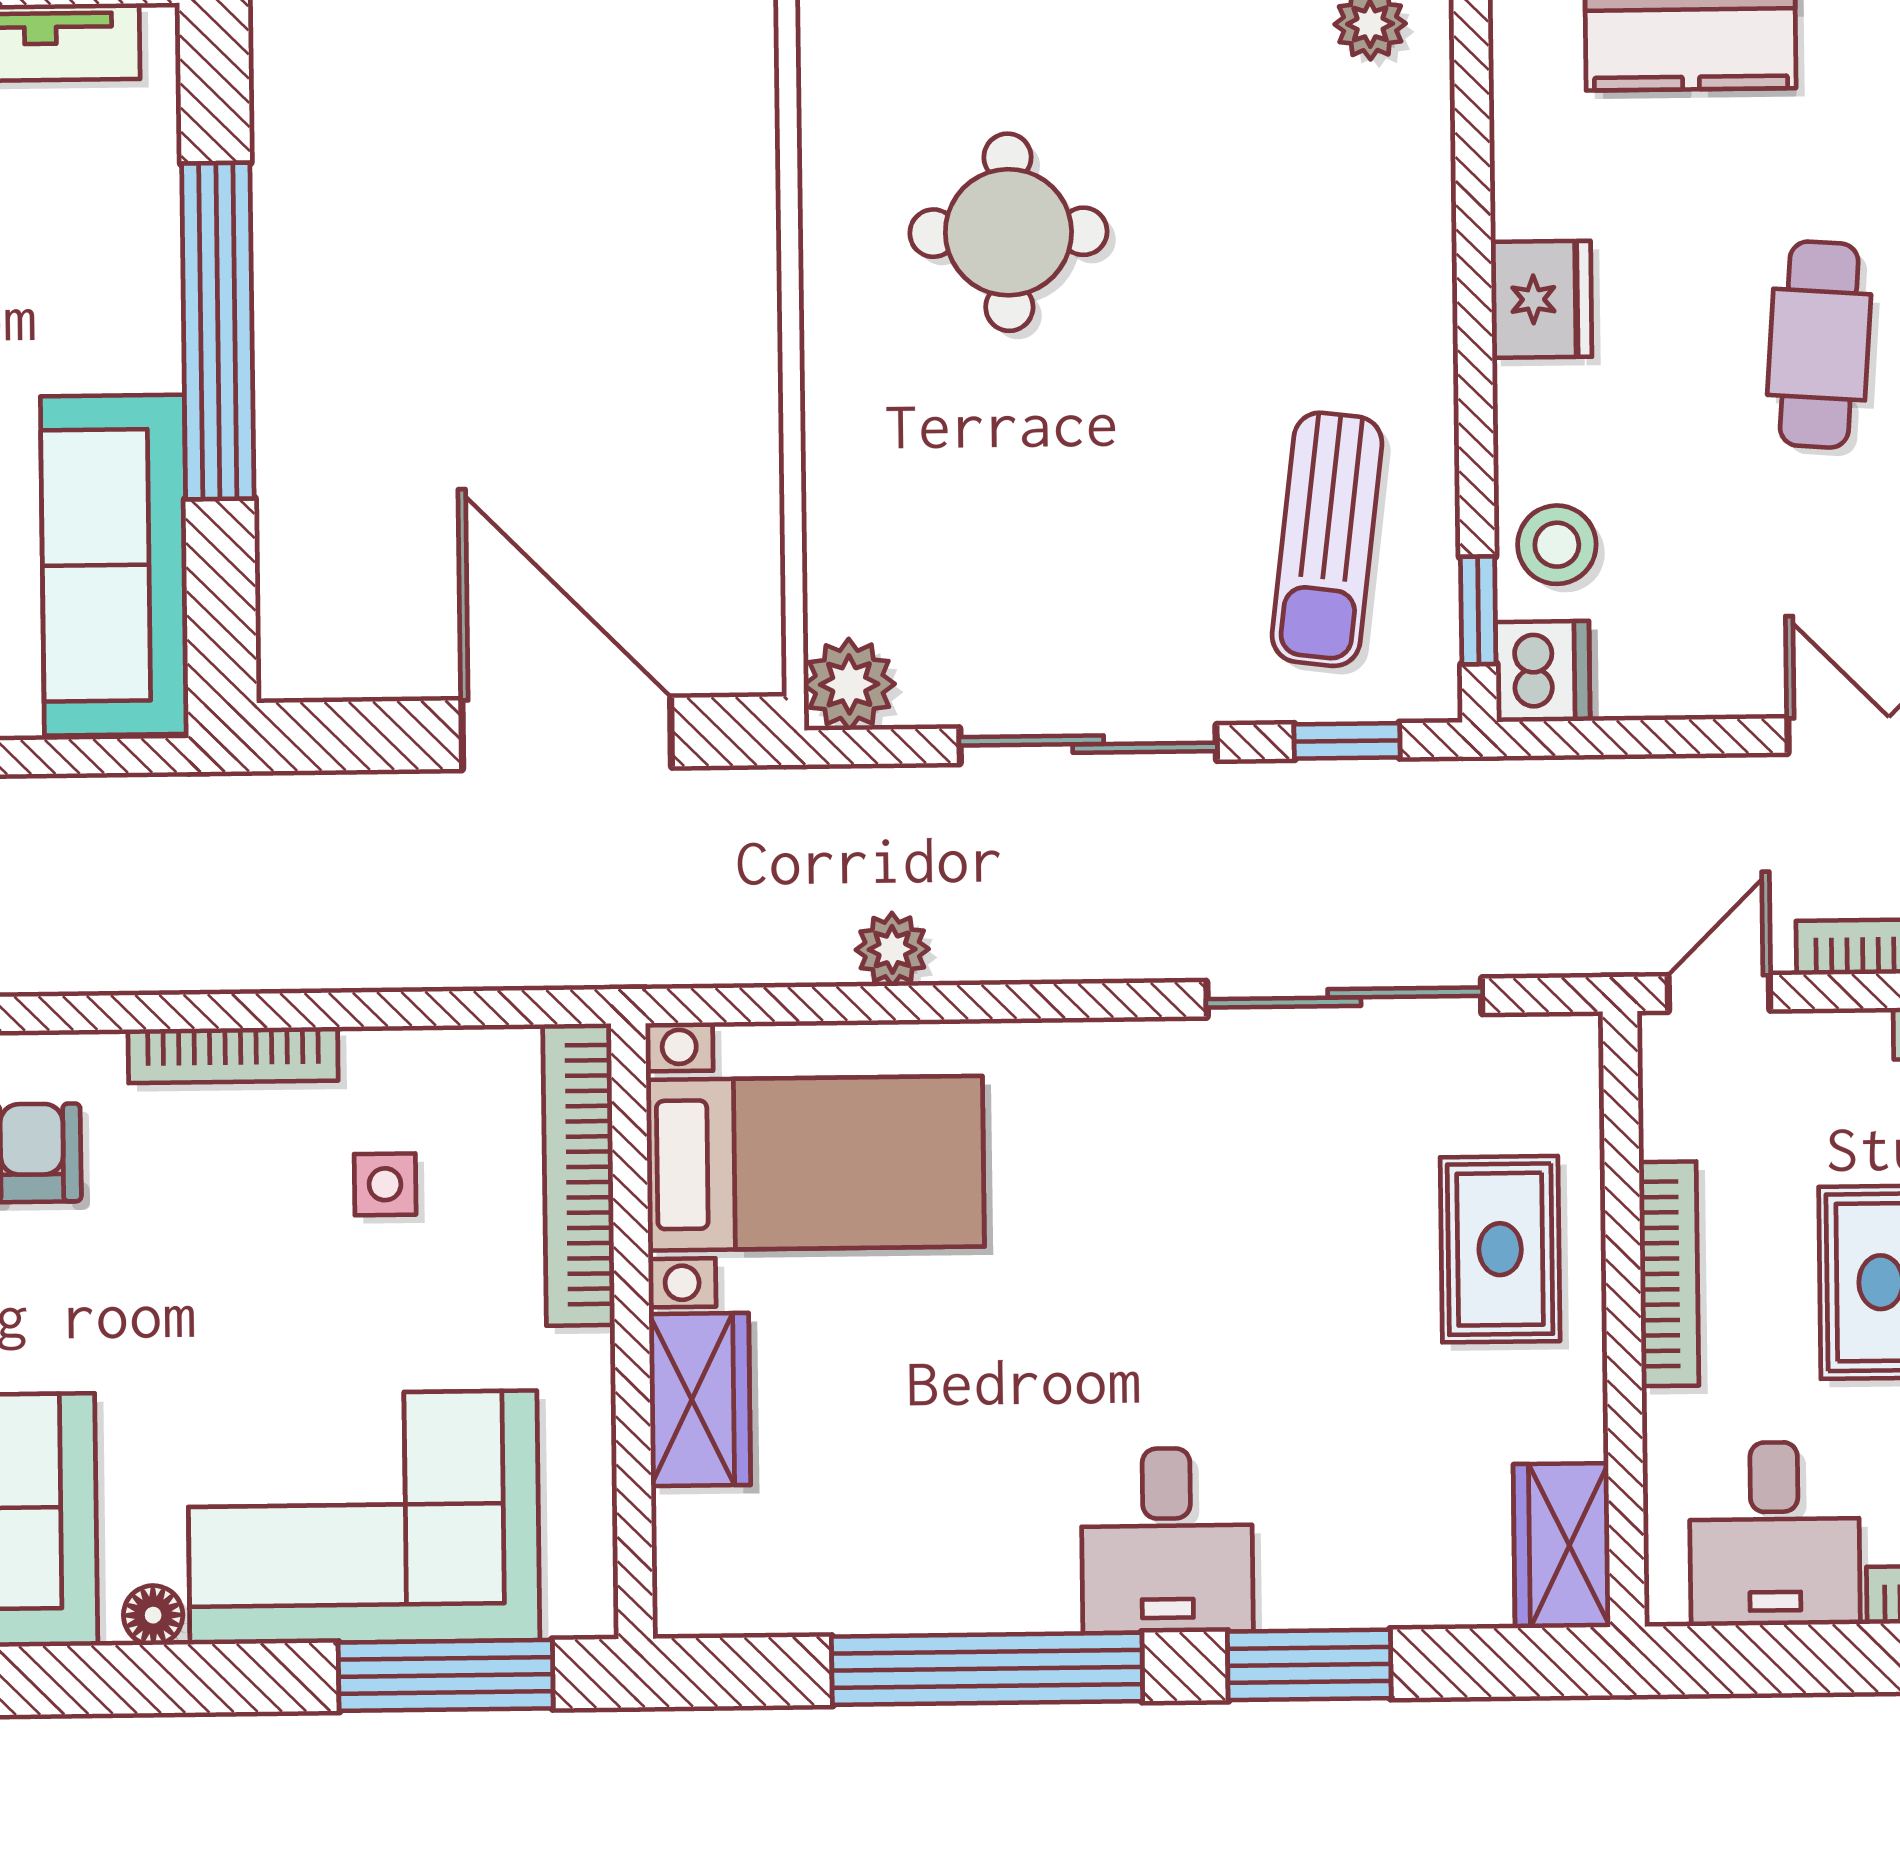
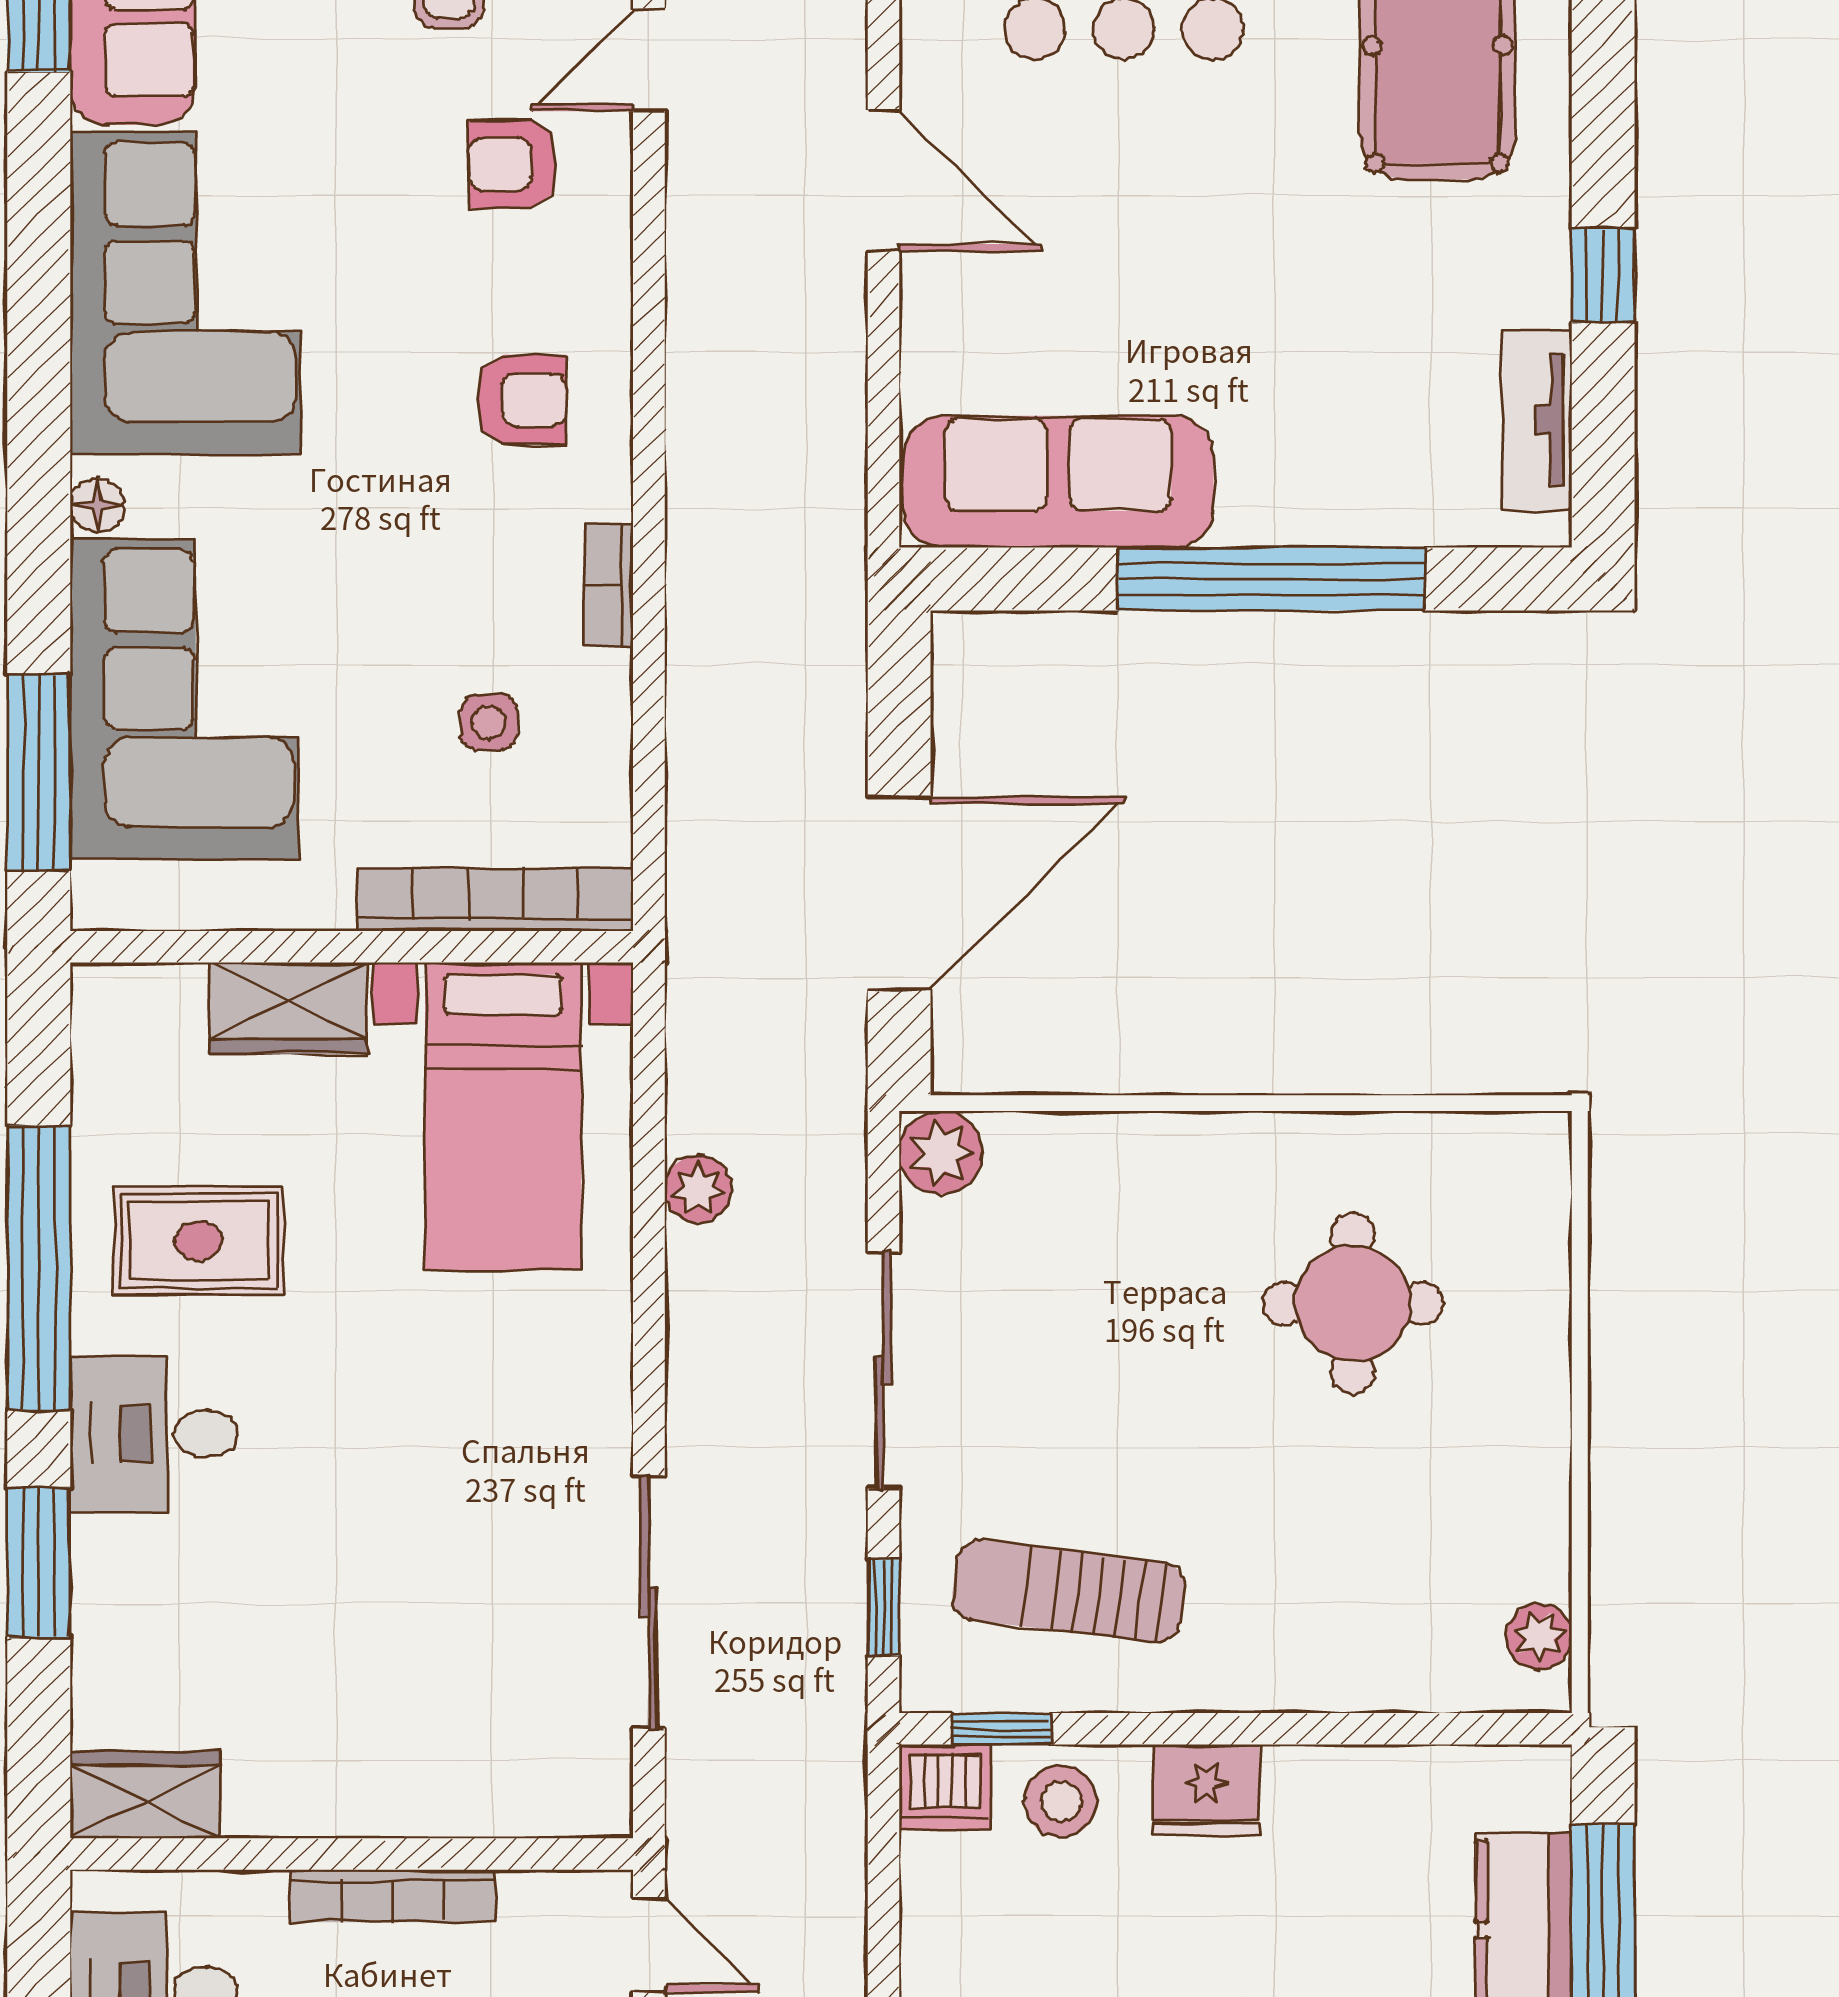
fridge: (1541, 299) -> (1206, 1790), moved
bookcase: (233, 1055) -> (609, 585), width x0.64
rug: (1500, 1249) -> (199, 1241), moved

